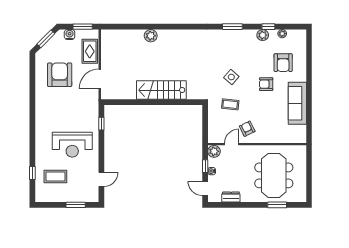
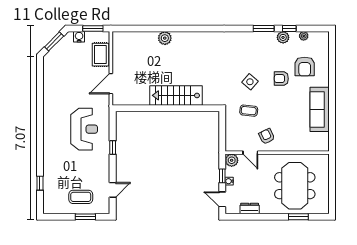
window: (232, 27) -> (264, 29), moved
armchair: (60, 75) -> (69, 79), removed
armchair: (266, 84) -> (281, 79), moved
window: (101, 124) -> (113, 147), moved
door: (232, 144) -> (250, 153), swing flipped
reception desk: (72, 145) -> (84, 129), moved, turned -90
coffee table: (55, 176) -> (81, 197), moved

